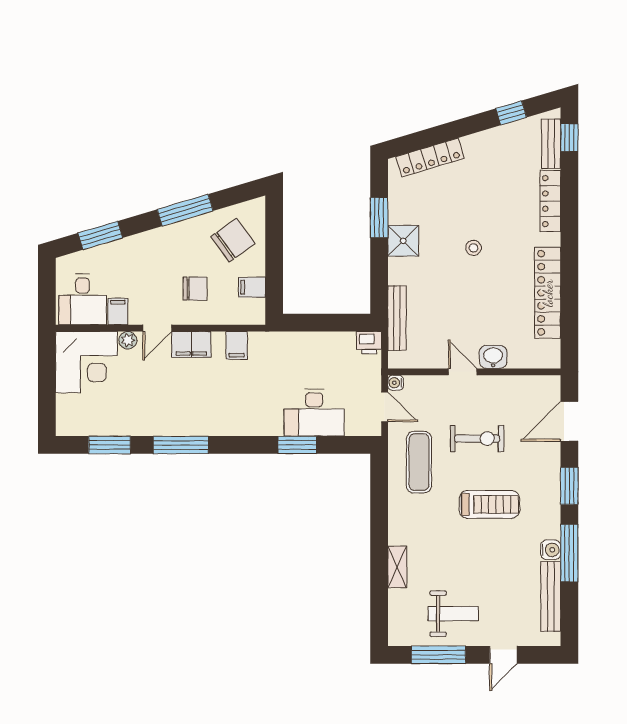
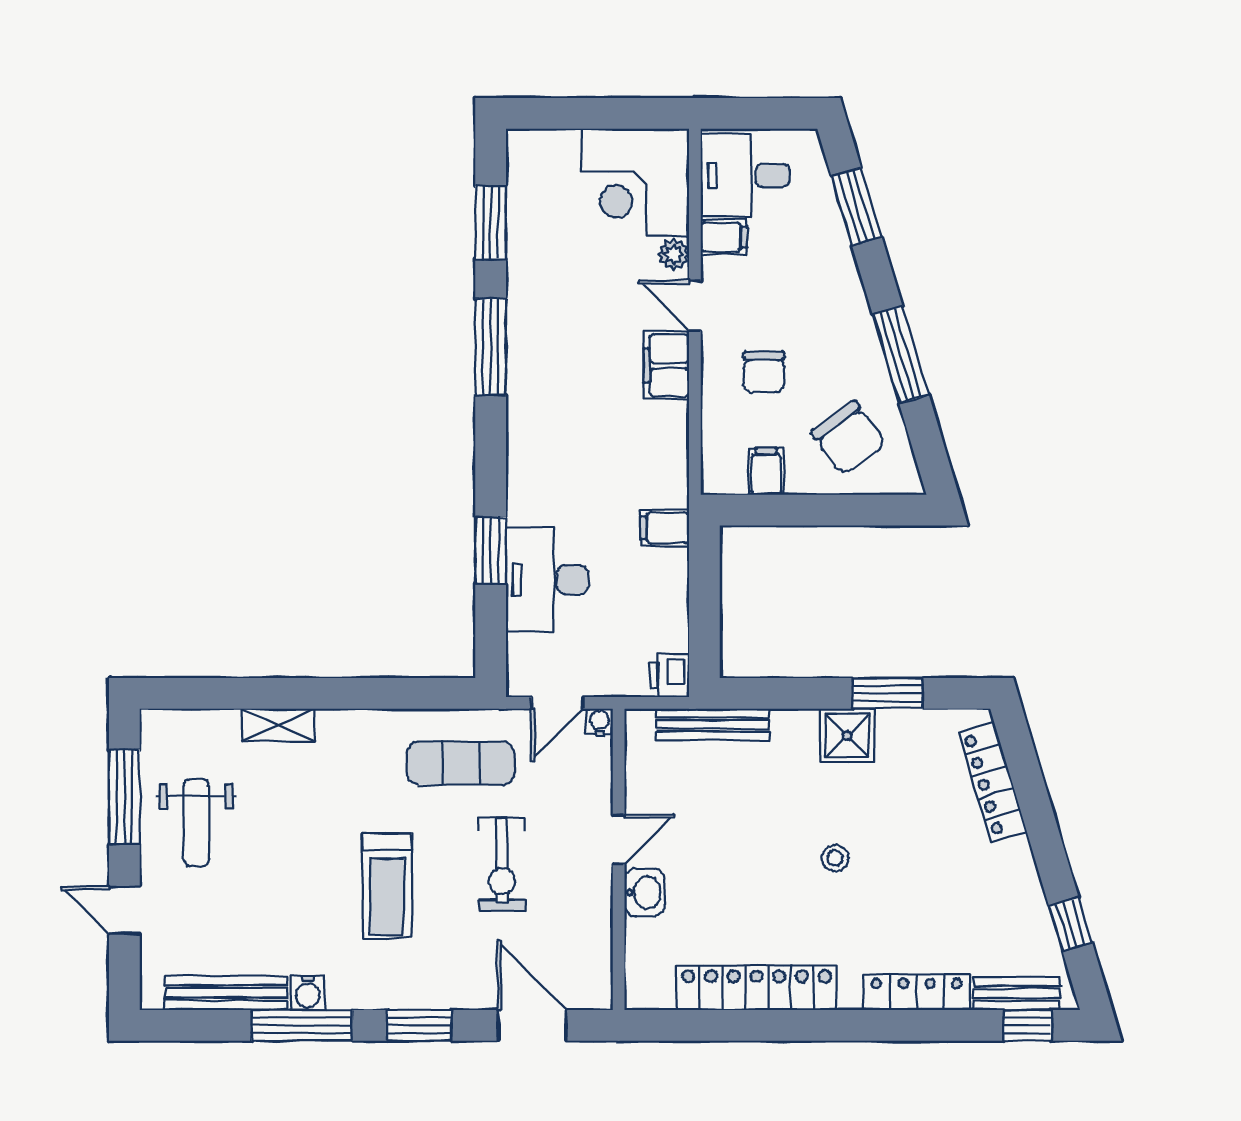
filing cabinet: (237, 345) -> (665, 528), moved

